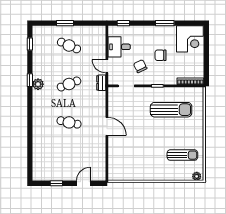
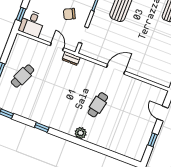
desk: (119, 47) -> (32, 23), moved
door: (107, 66) -> (57, 47), swing flipped
plant: (38, 84) -> (81, 133), moved
cafe table: (69, 84) -> (60, 90), removed

